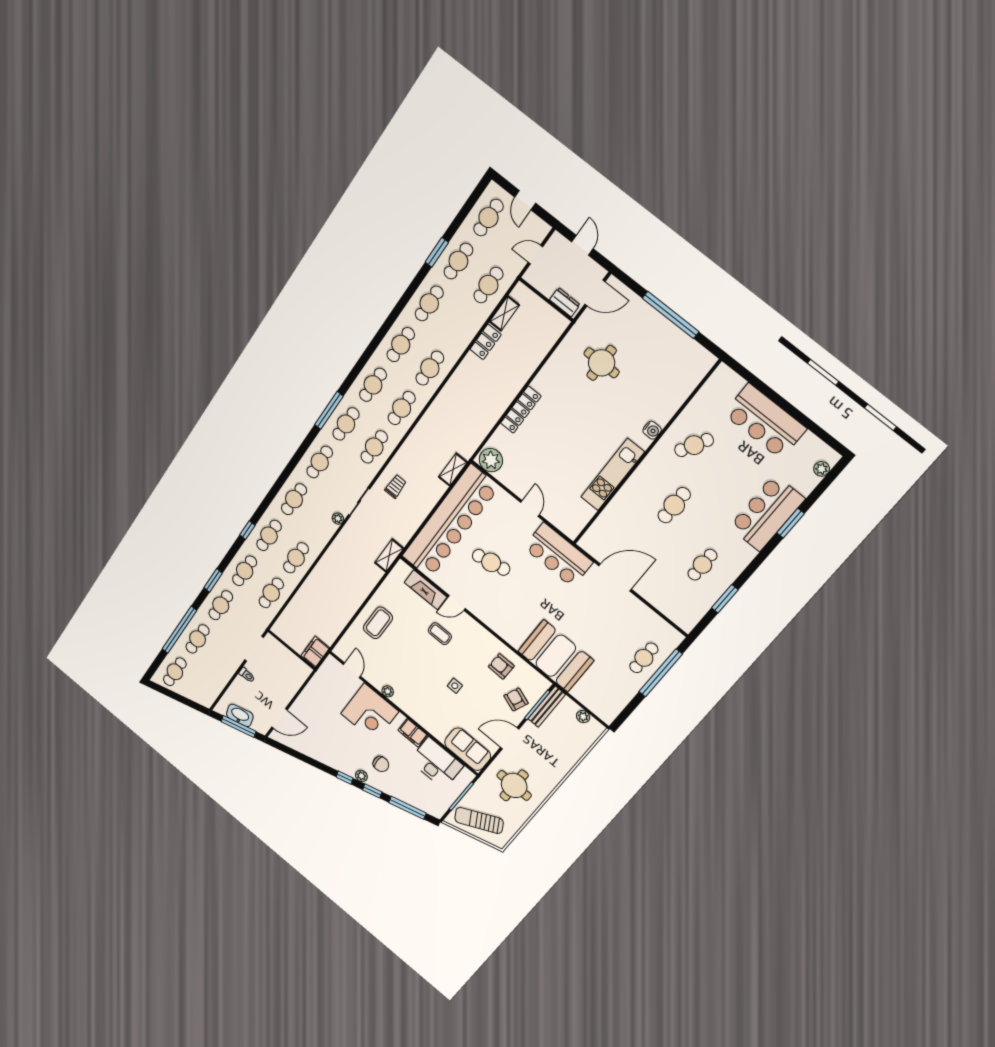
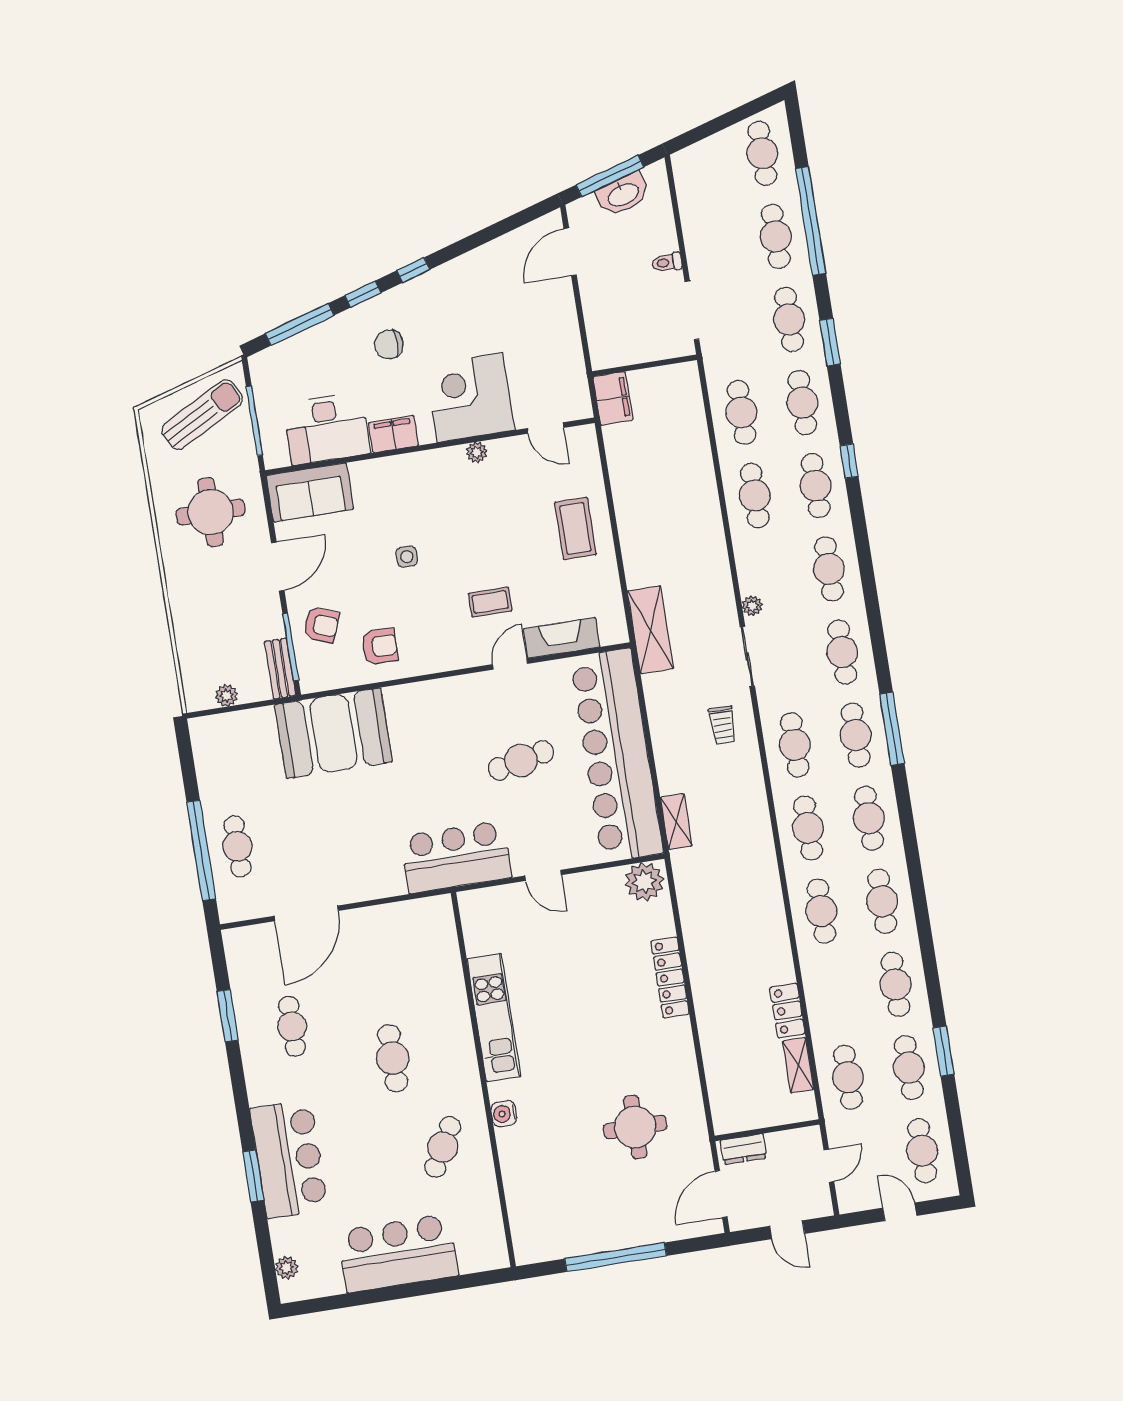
shelving: (389, 556) -> (650, 630), width x1.50, depth x1.33
door: (615, 578) -> (306, 913), moved
bench: (547, 707) -> (280, 669), width x0.73
plant: (361, 776) -> (396, 298), removed

